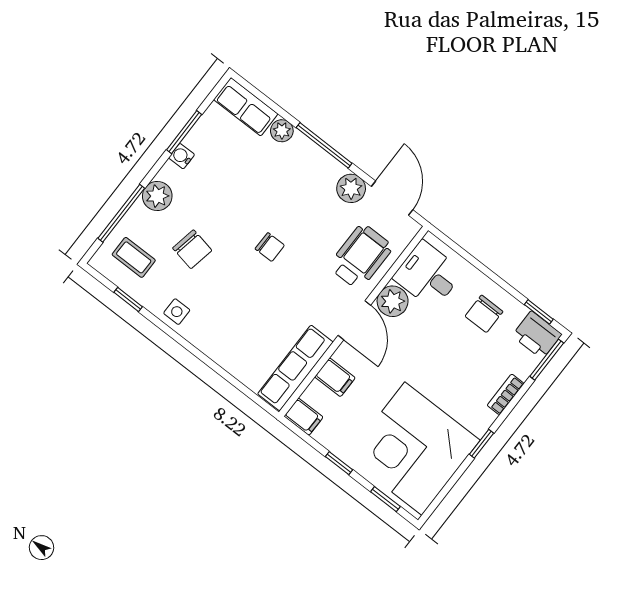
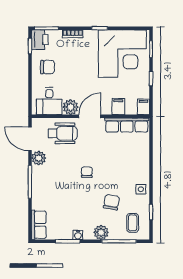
plant: (282, 131) -> (37, 203), removed
door: (392, 198) -> (30, 139), hinge flipped
wheelchair: (361, 257) -> (63, 133), turned 180

